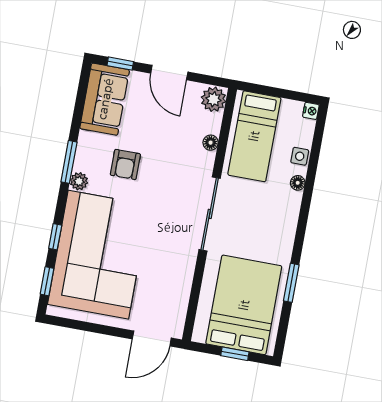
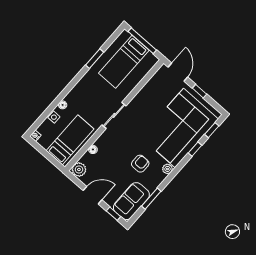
door: (169, 73) -> (92, 195), hinge flipped
window: (69, 162) -> (151, 199), moved
sliding door: (210, 214) -> (114, 115), width x0.73
bed: (244, 305) -> (124, 62), width x0.67
window: (102, 329) -> (199, 91), added
door: (152, 339) -> (178, 72), hinge flipped
window: (235, 354) -> (142, 41), width x2.17

